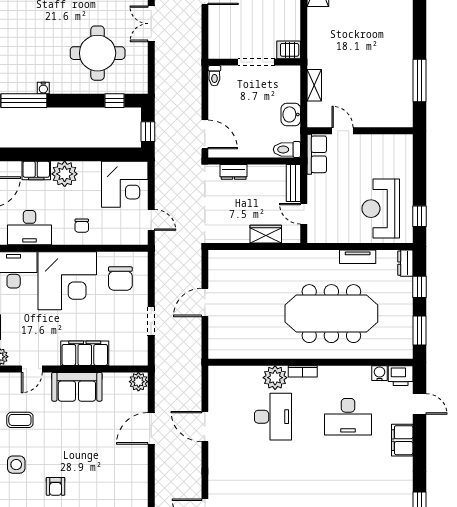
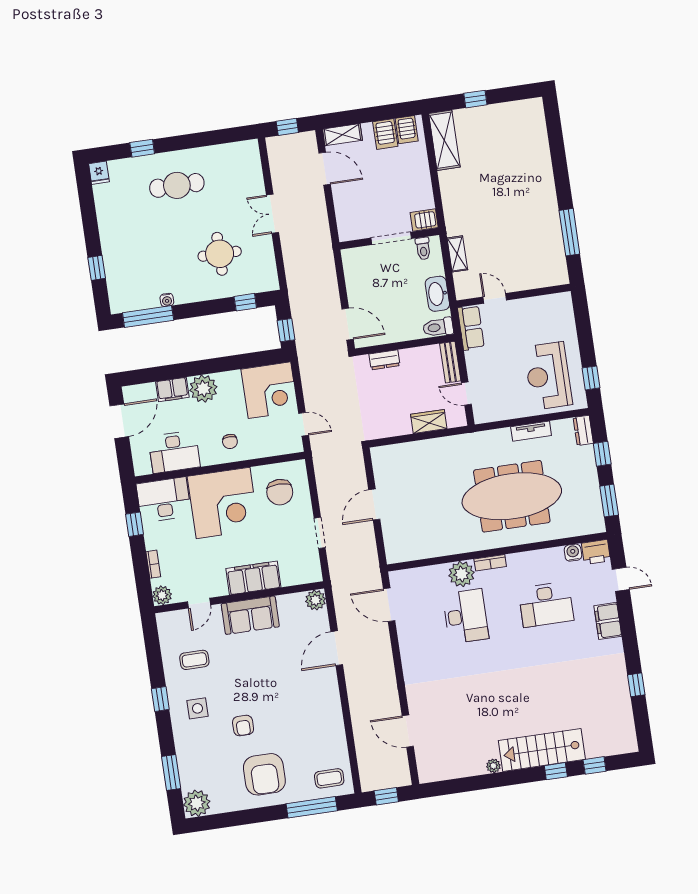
round table: (98, 53) -> (220, 254), width x0.73, depth x0.73
toilet: (214, 76) -> (423, 248), moved
washbasin: (291, 114) -> (437, 294), width x1.38
door: (205, 426) -> (389, 605), moved

